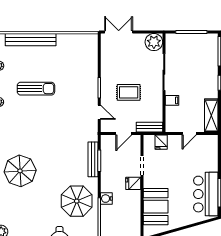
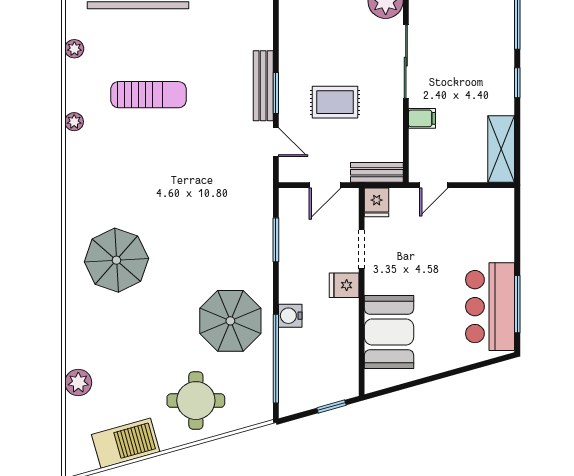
door: (189, 134) -> (434, 185), moved
fridge: (161, 142) -> (377, 202), moved
bench: (93, 159) -> (263, 86), moved

